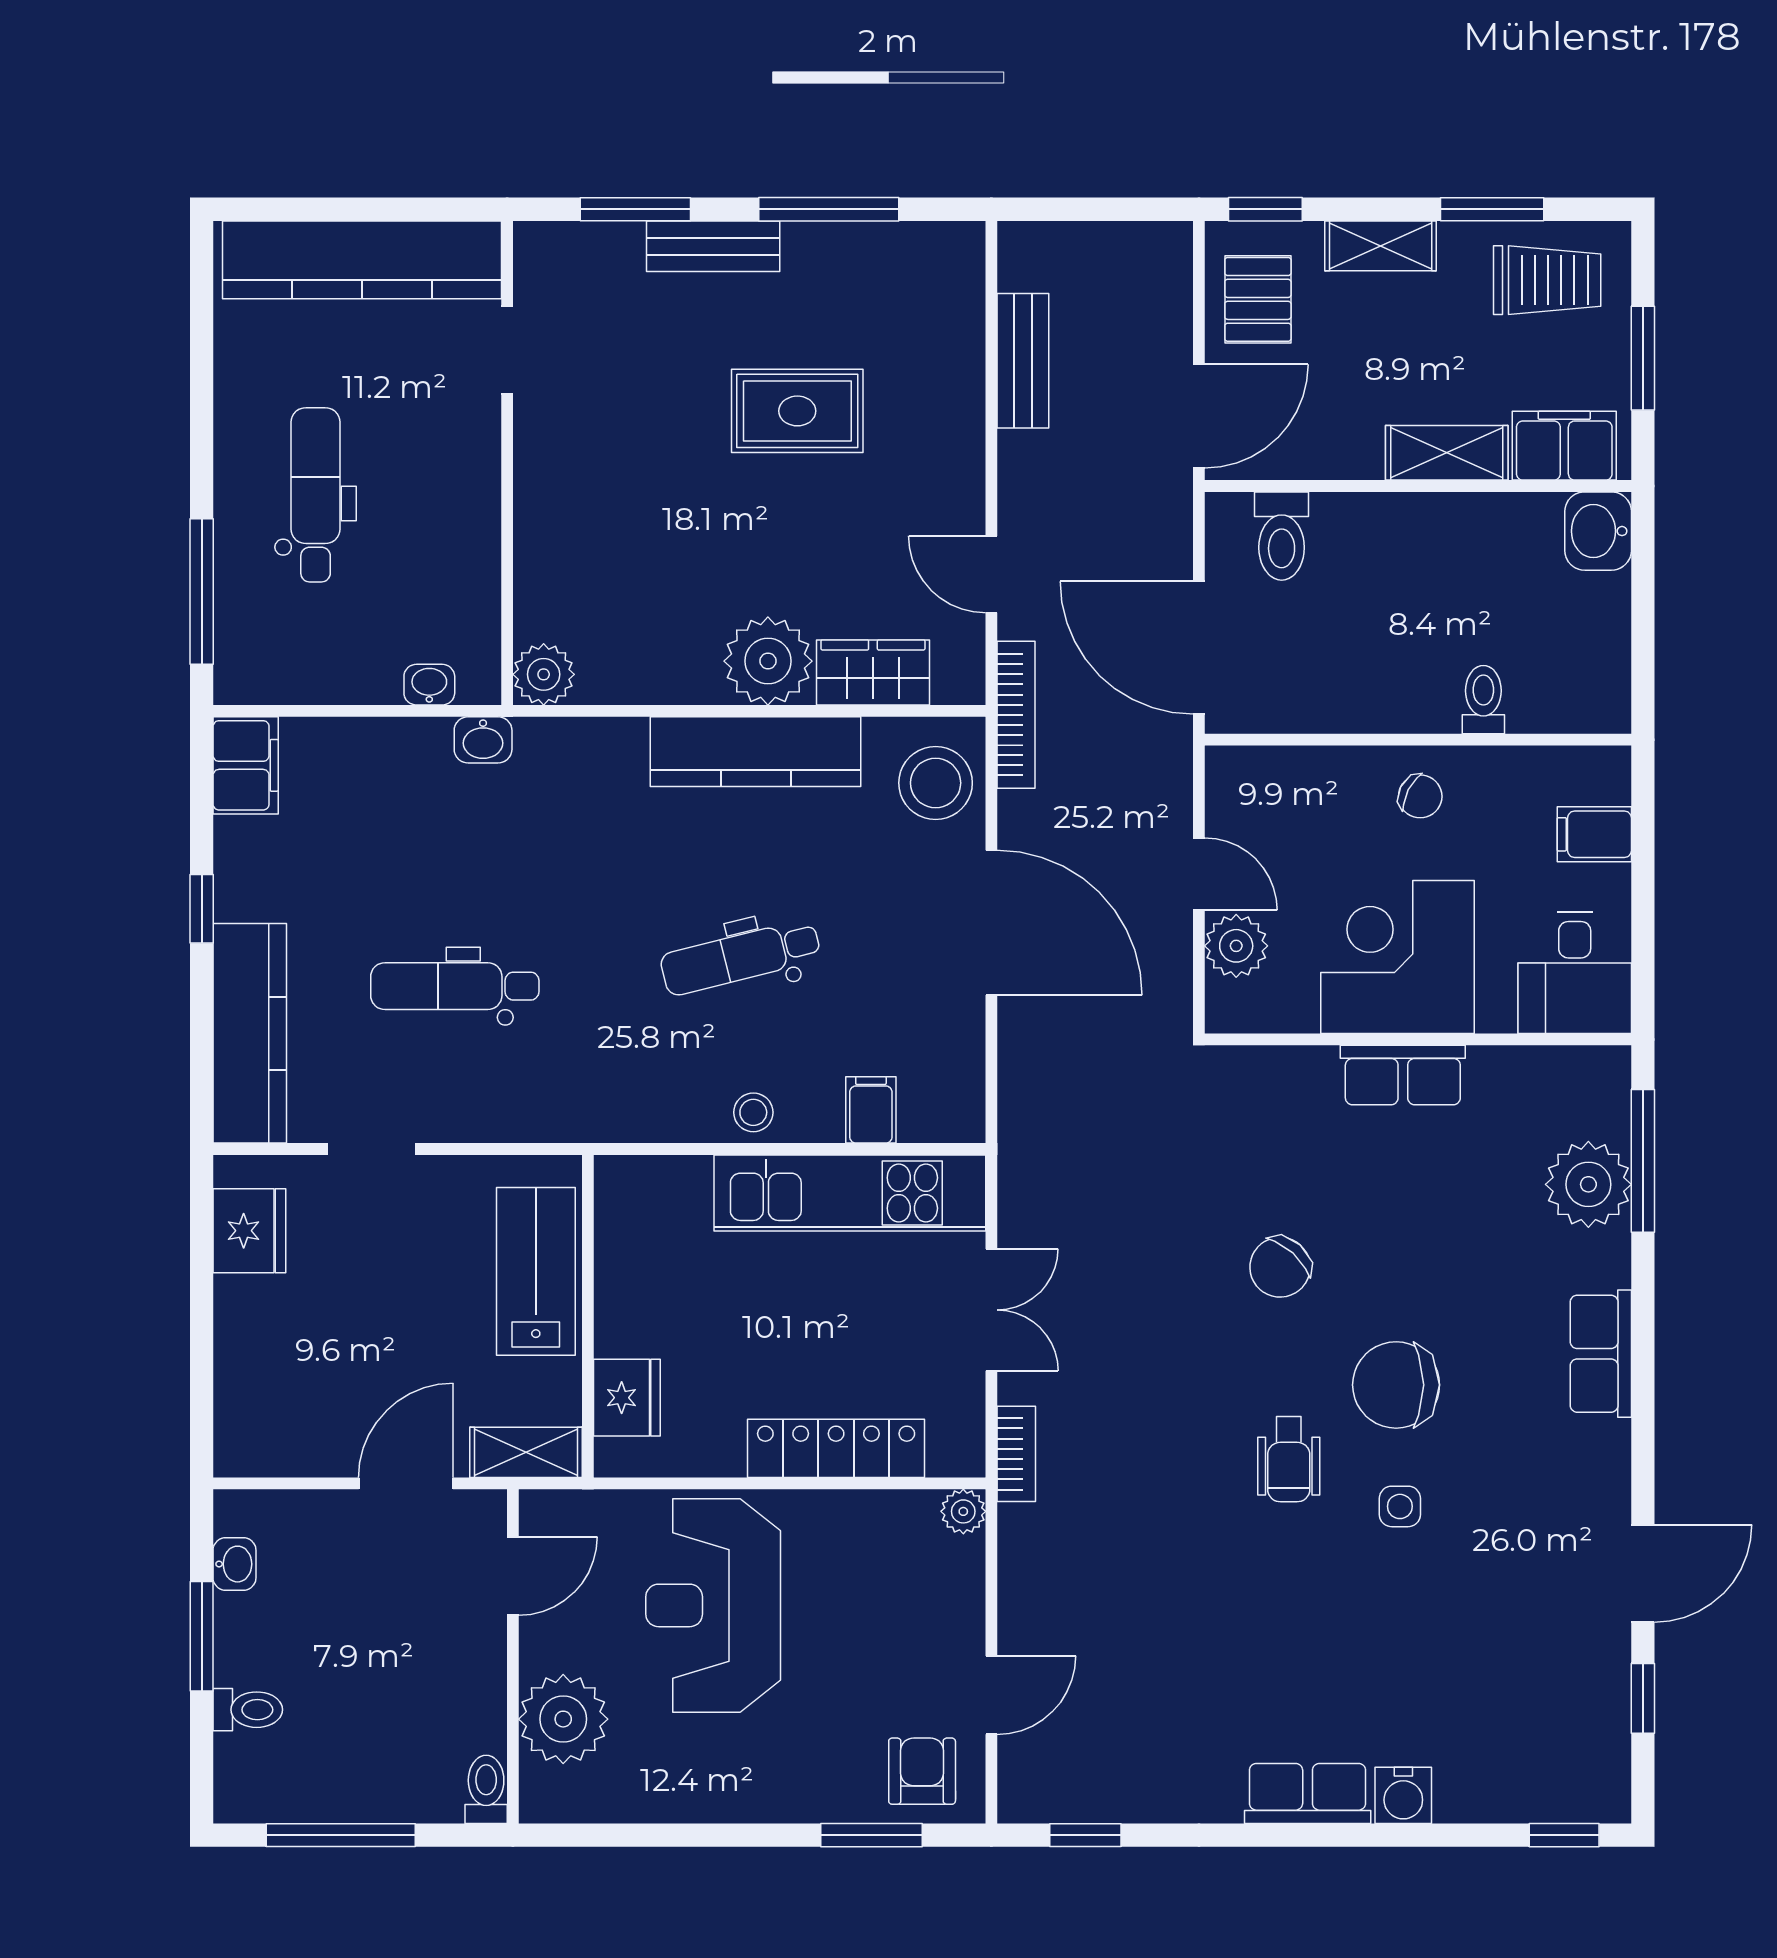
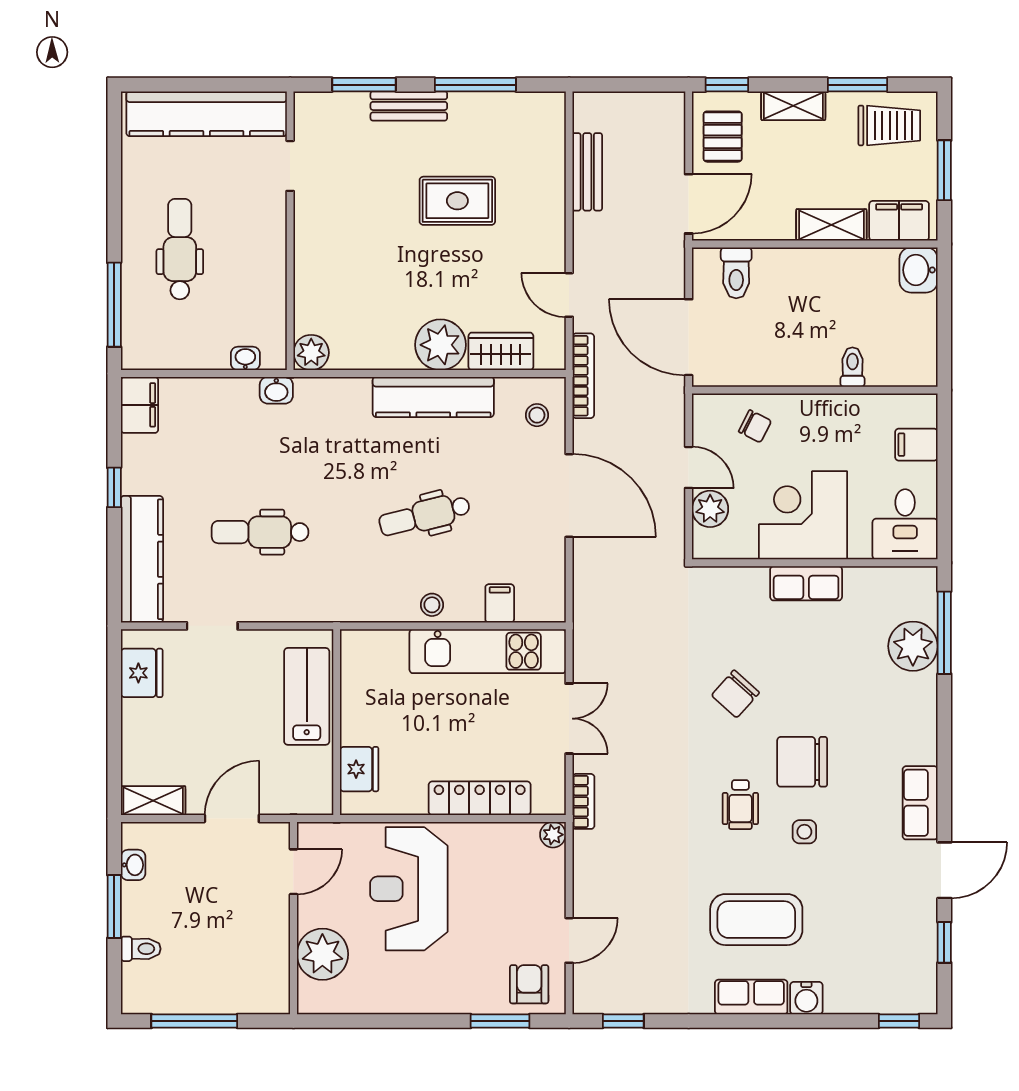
stool: (936, 783) -> (537, 415), width x0.53, depth x0.53
chair: (1420, 796) -> (755, 426), moved
row of seats: (1601, 1354) -> (920, 803), moved
shelving: (526, 1452) -> (153, 801), moved
coffee table: (1316, 1659) -> (756, 920), added
toilet: (486, 1789) -> (278, 995), removed

